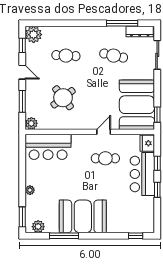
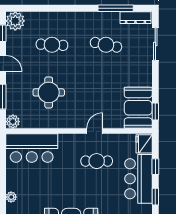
round table: (63, 98) -> (49, 92), turned 38
booth: (137, 105) -> (138, 108), width x0.73, depth x0.70

